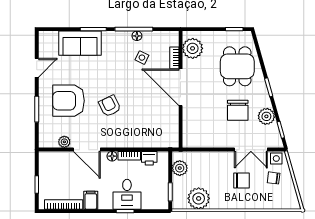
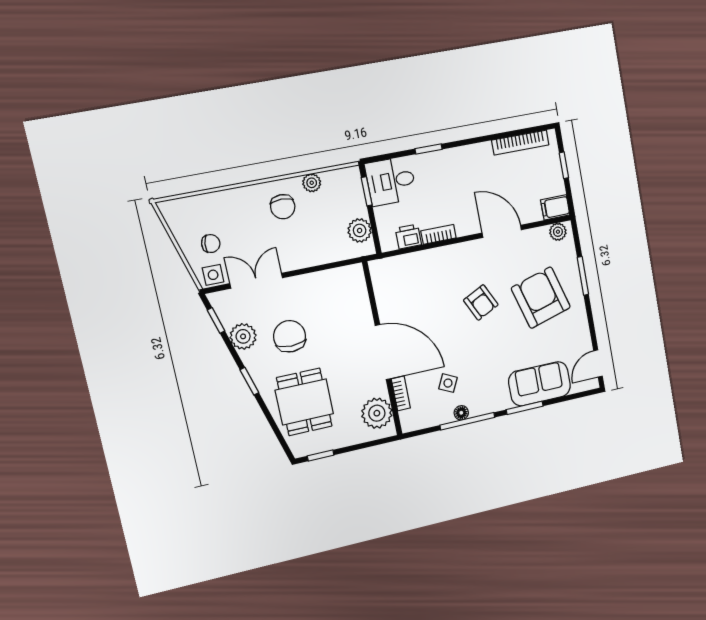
door: (37, 68) -> (598, 363), moved
armchair: (68, 101) -> (541, 298), turned -106
plant: (64, 142) -> (558, 232), moved
floor lamp: (112, 156) -> (464, 229), removed
chair: (242, 181) -> (283, 207), moved, turned -90
desk: (127, 194) -> (391, 181), moved, turned -90
plant: (199, 198) -> (312, 183), width x0.53, depth x0.53
filing cabinet: (91, 200) -> (555, 207), moved, turned 90

